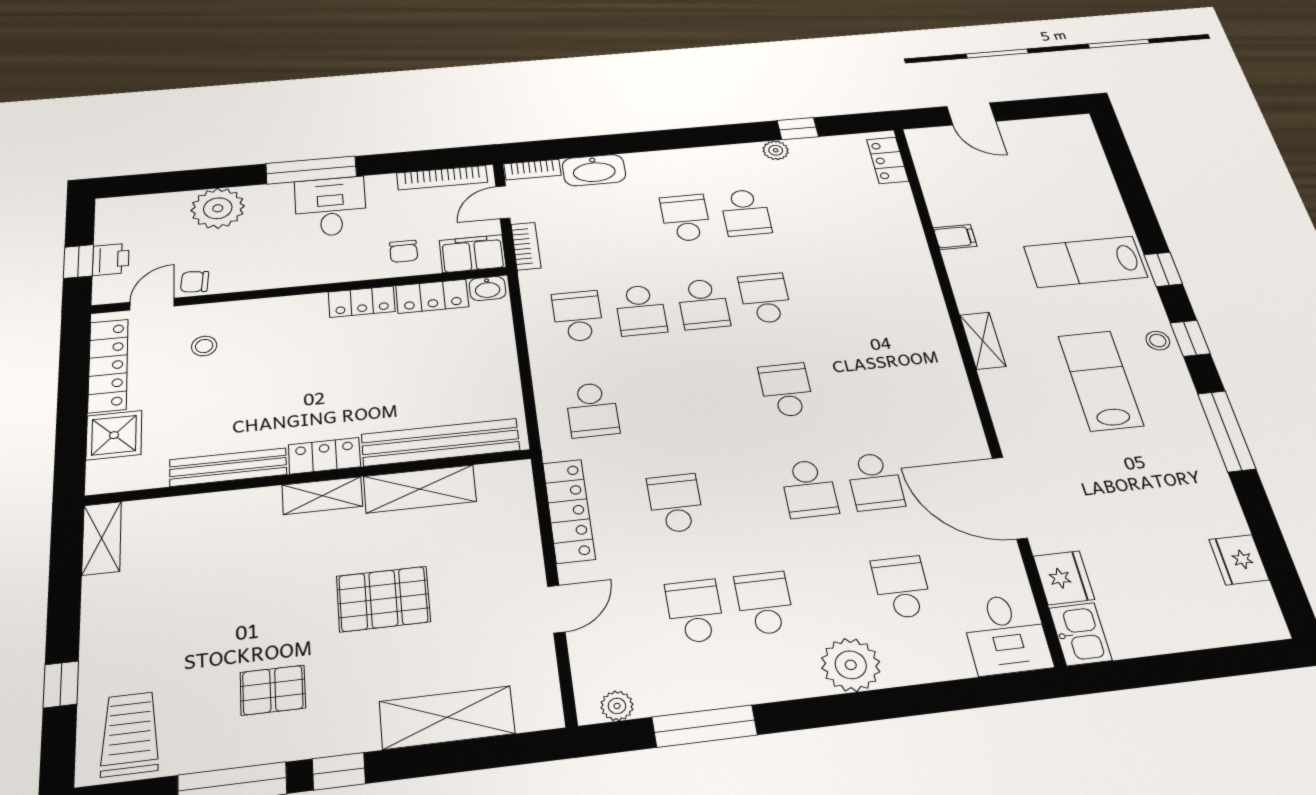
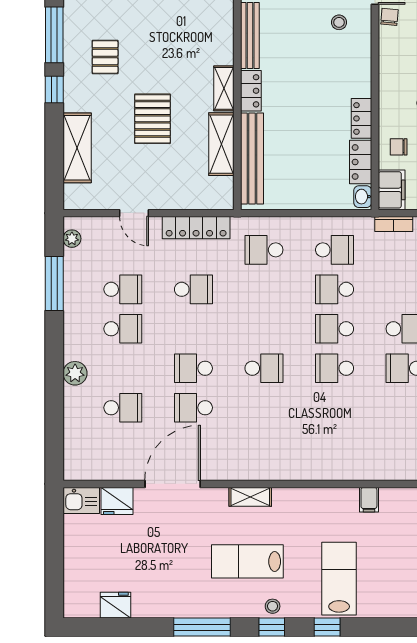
school desk: (765, 298) -> (335, 368), turned 180
shelving: (983, 341) -> (250, 497), moved
lab bench: (1100, 380) -> (247, 561), turned 180
desk: (1006, 634) -> (86, 459), removed
plant: (851, 665) -> (75, 373), width x0.73, depth x0.73

